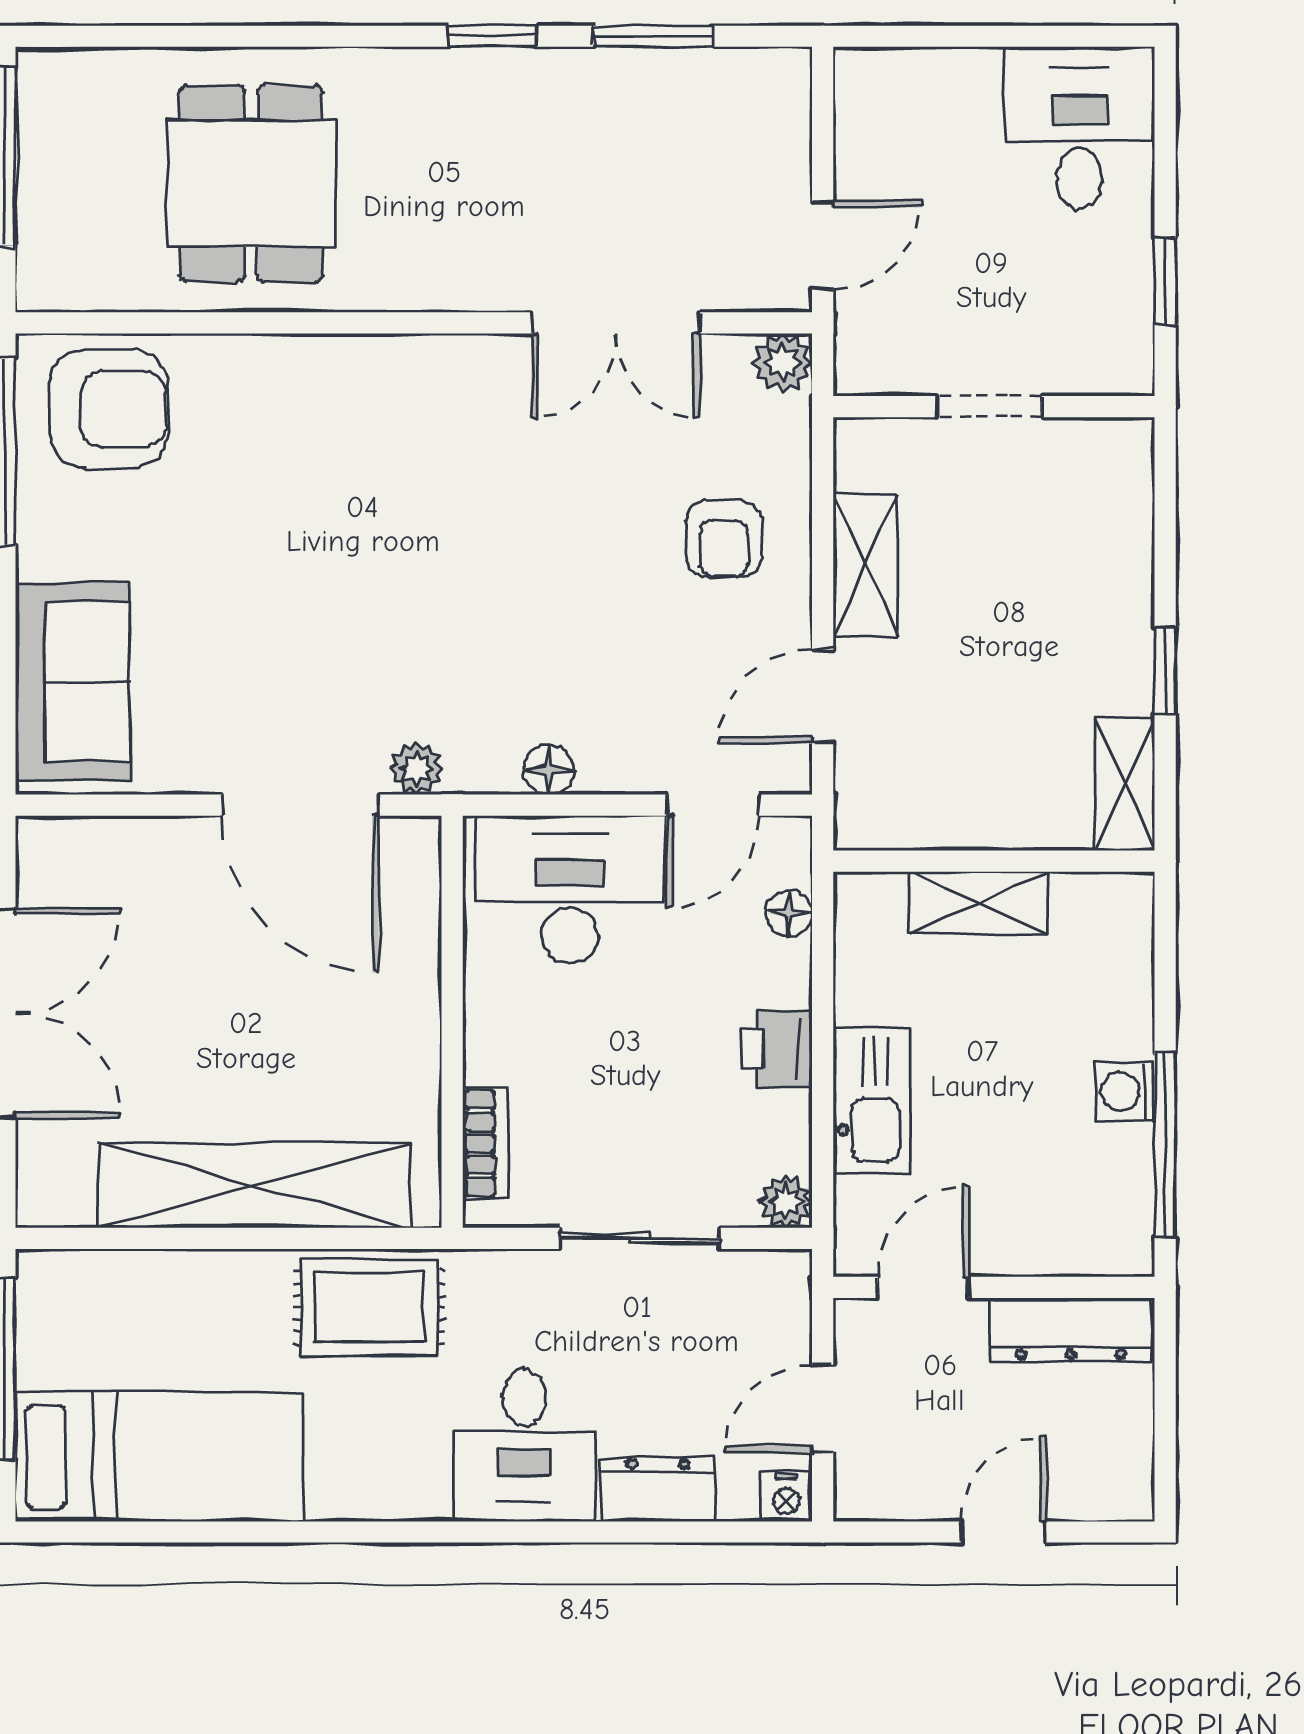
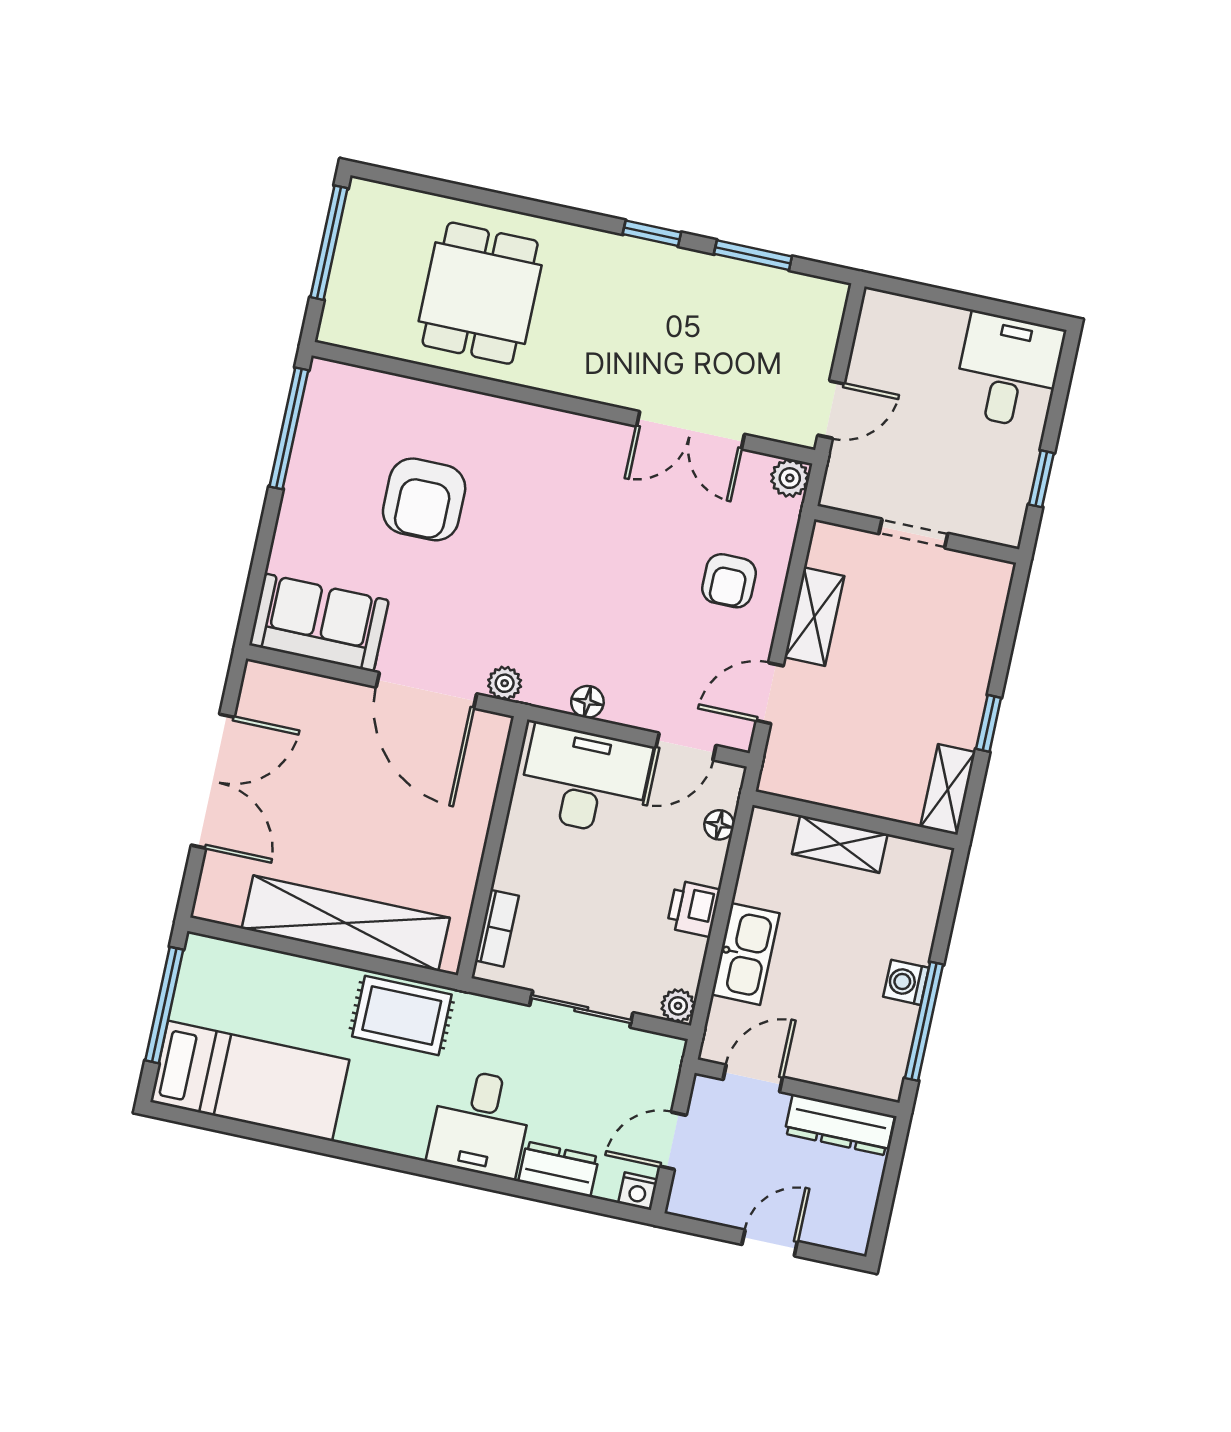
armchair: (109, 409) -> (424, 499), moved, turned 90
sofa: (73, 682) -> (319, 623), moved, turned -90

